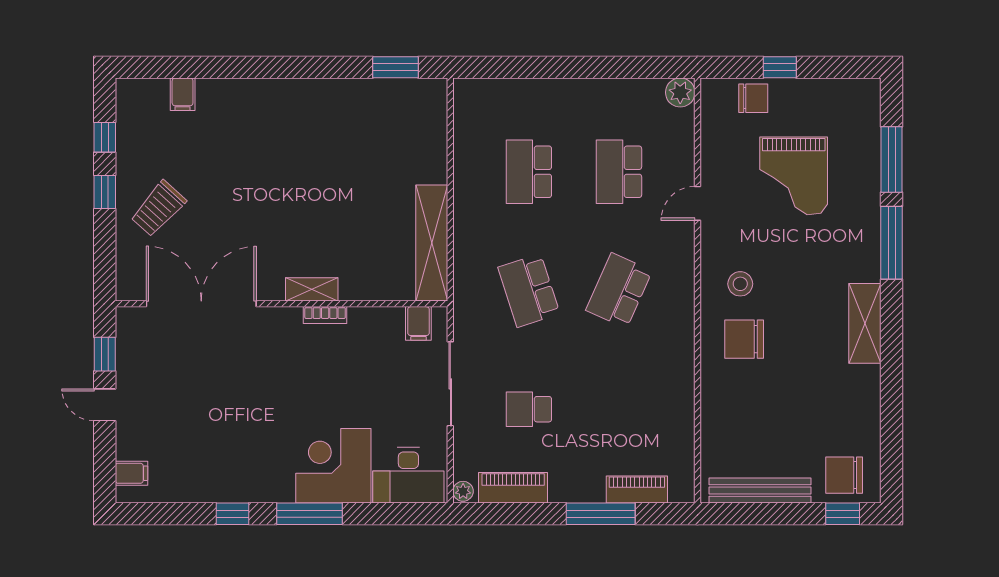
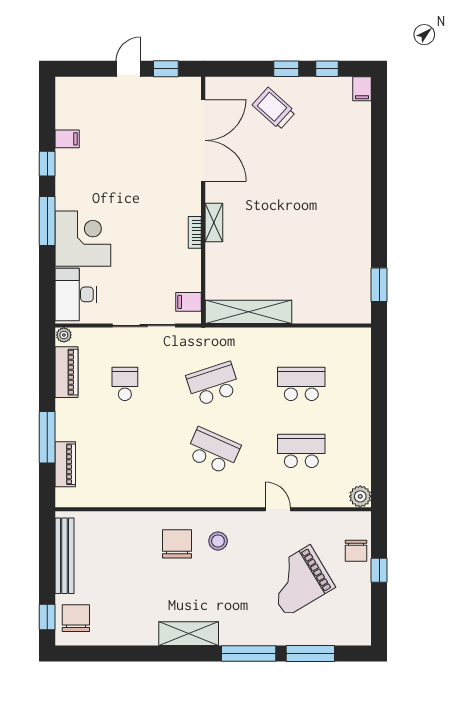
filing cabinet: (183, 94) -> (362, 89), moved, turned -90
grand piano: (794, 176) -> (298, 581), turned -31
filing cabinet: (131, 473) -> (67, 139), moved, turned -90

